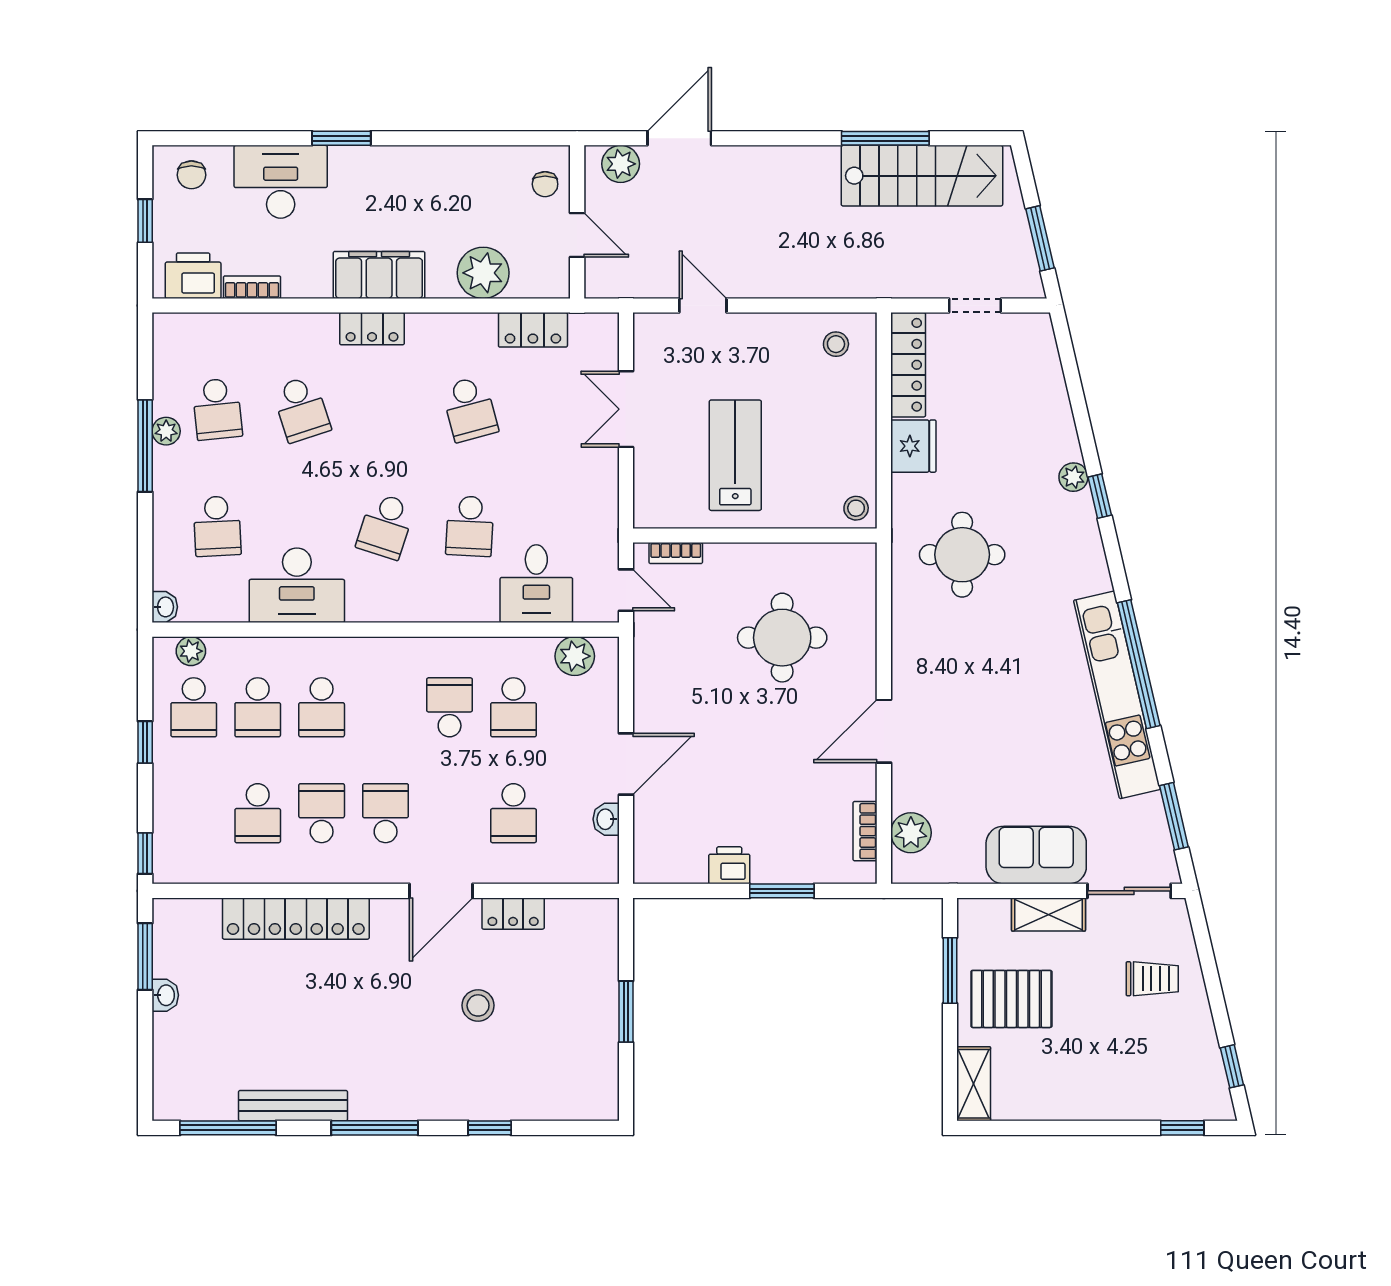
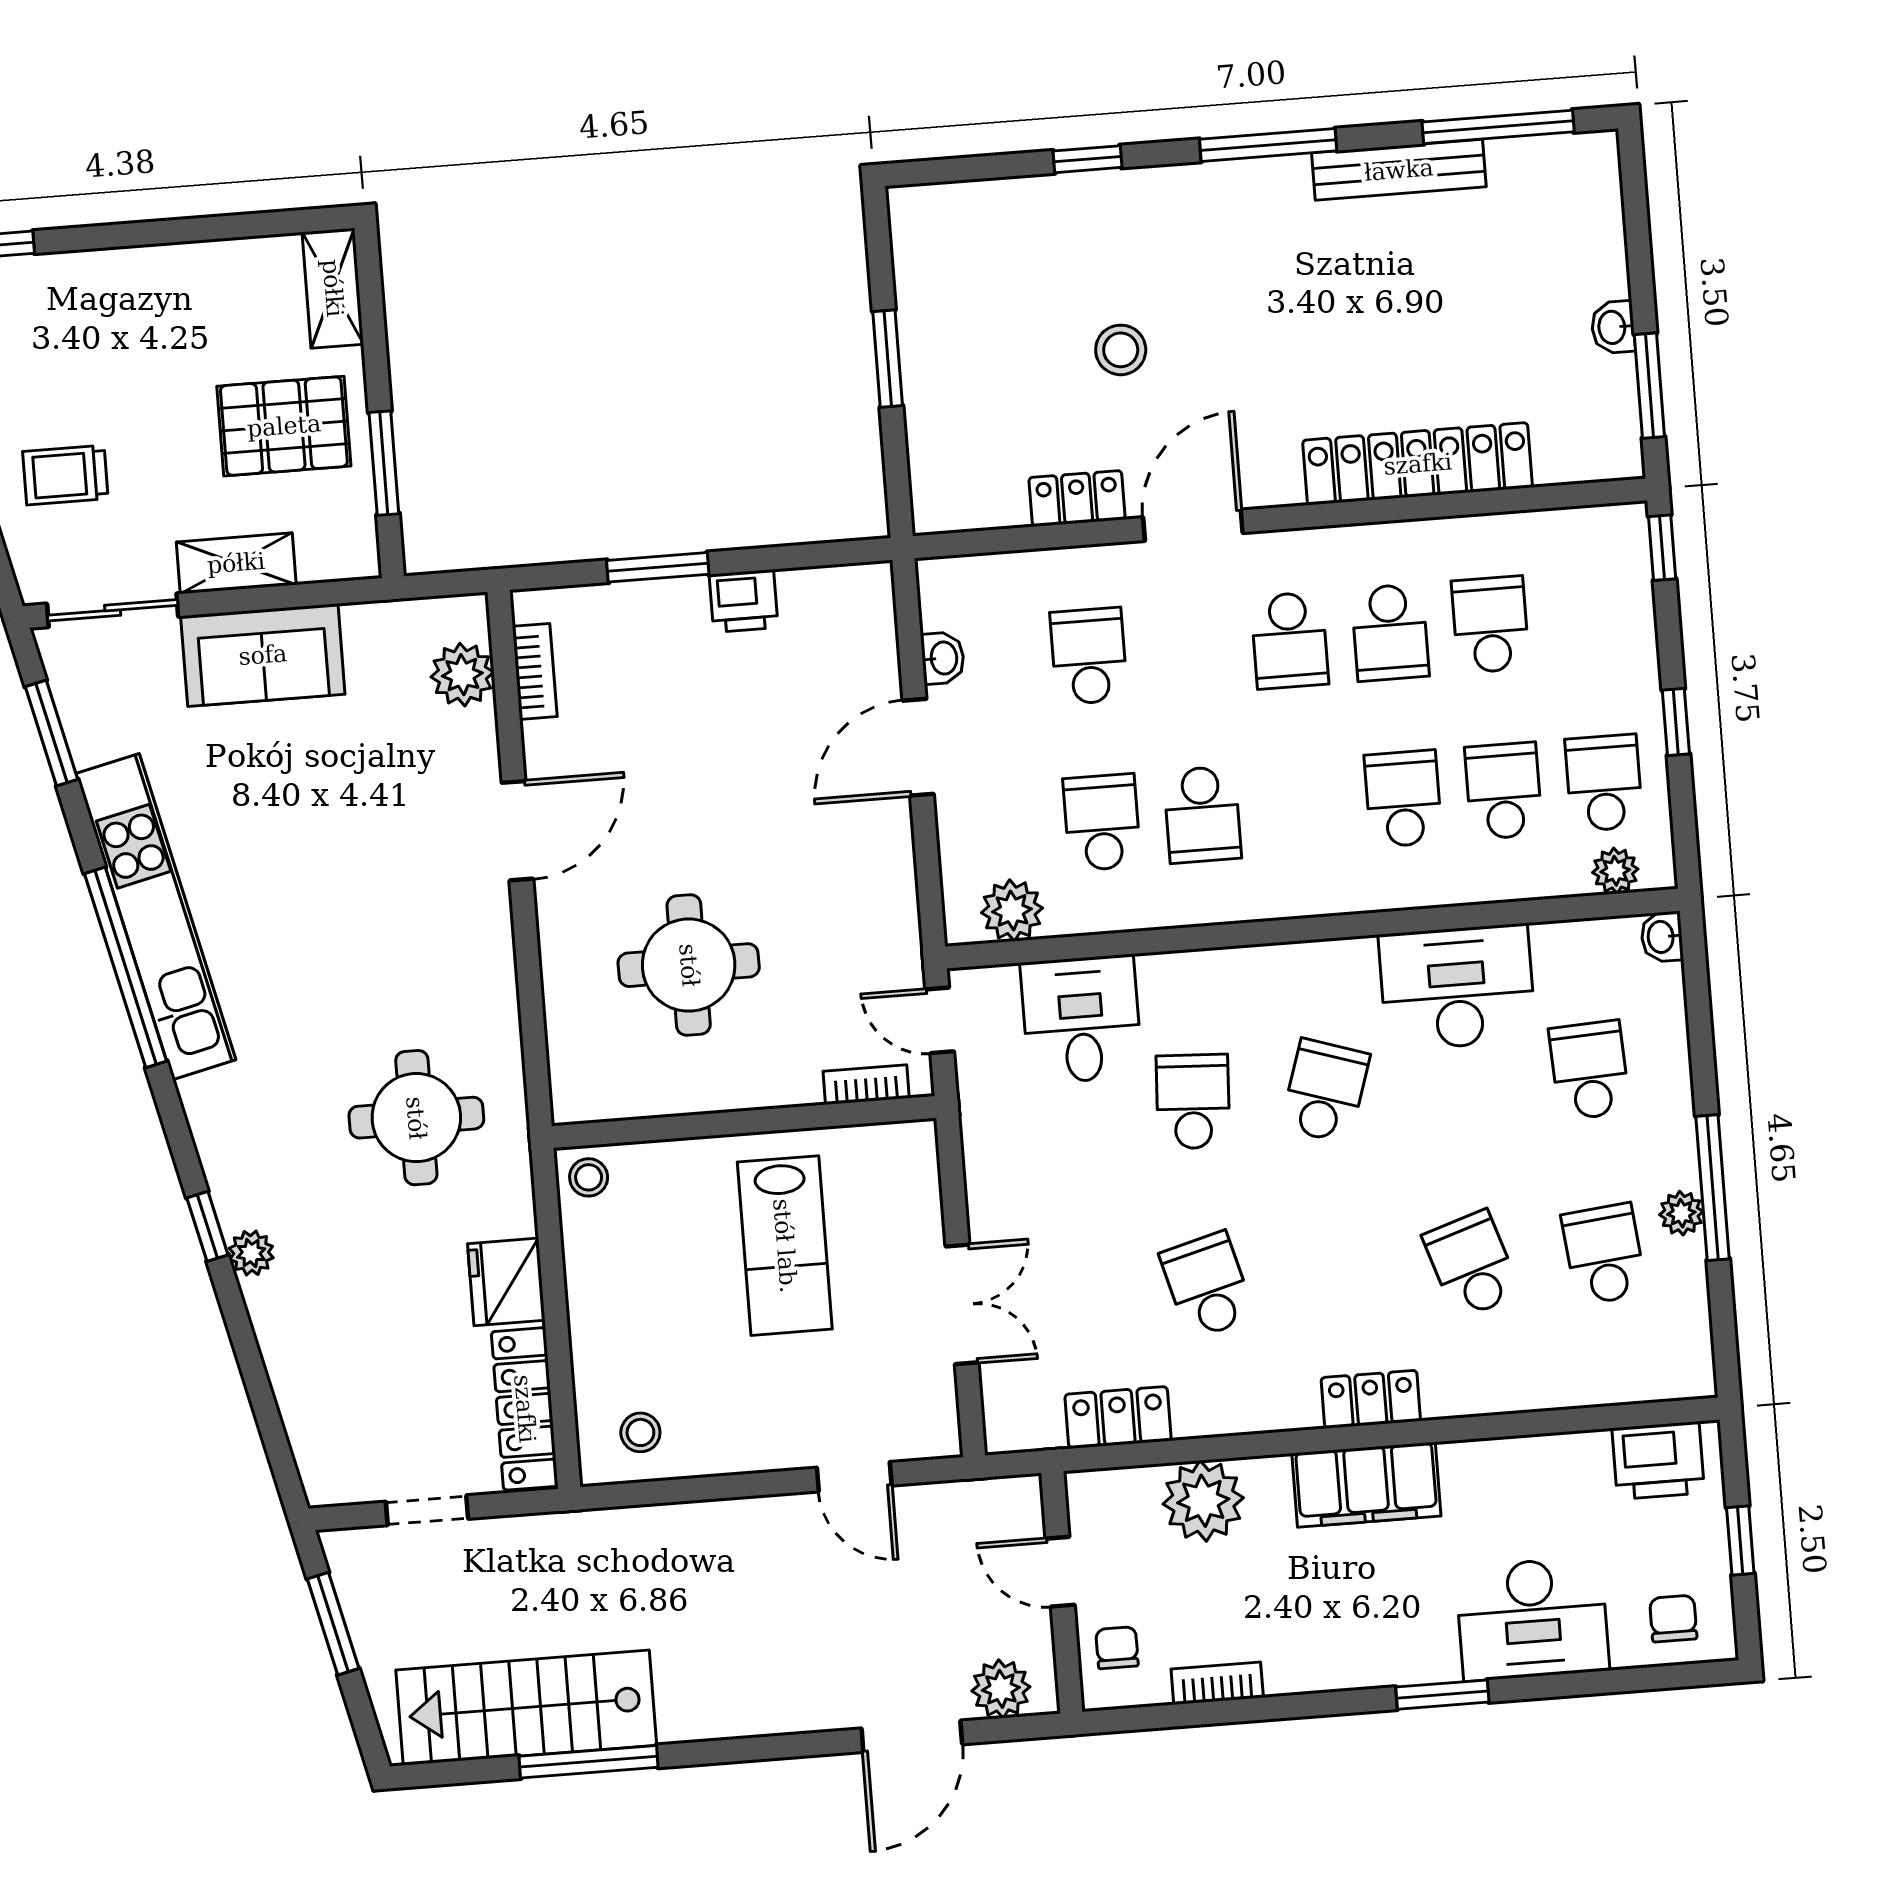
bookcase: (252, 287) -> (1217, 1683), moved, turned 180

